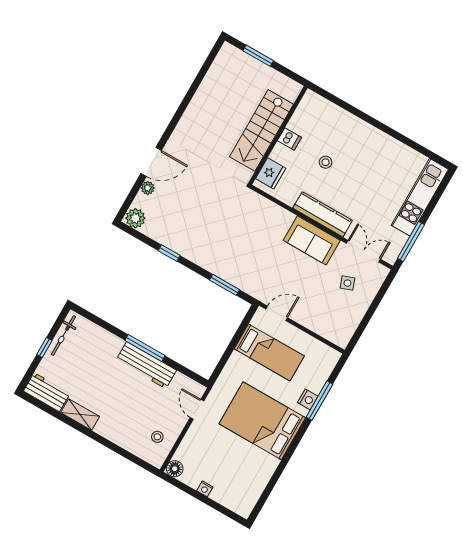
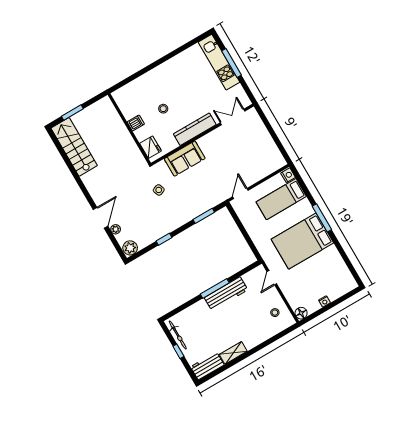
stairs: (262, 130) -> (74, 147), moved, turned 180
sofa: (312, 240) -> (185, 159), moved
window: (411, 242) -> (231, 63), moved
side table: (347, 283) -> (159, 190), moved
bed: (269, 352) -> (281, 199), moved, turned 180
nightstand: (308, 399) -> (288, 175), moved
window: (319, 401) -> (322, 218), moved
door: (197, 409) -> (272, 278), hinge flipped

